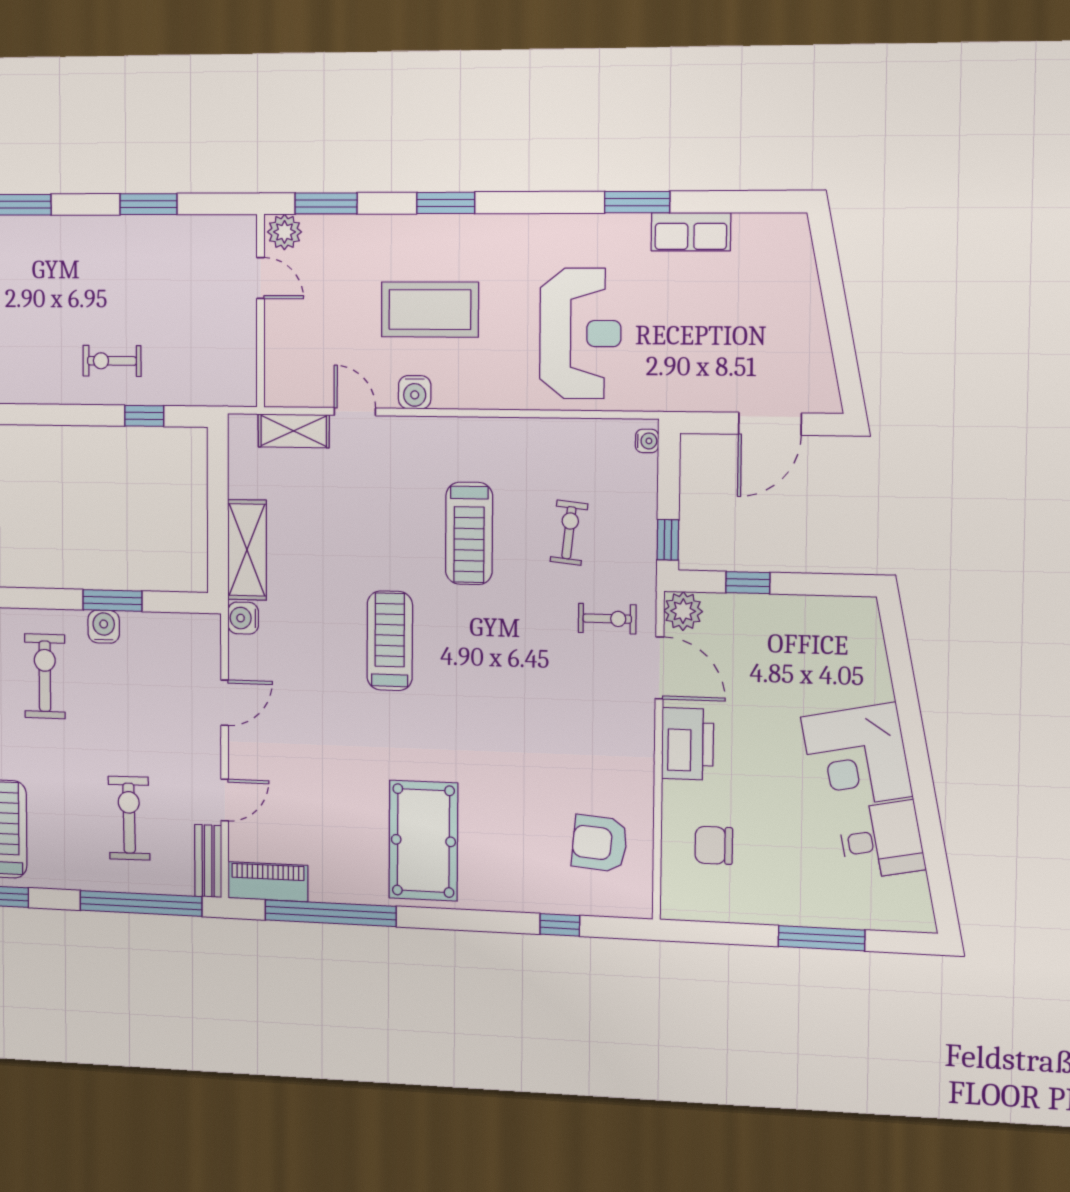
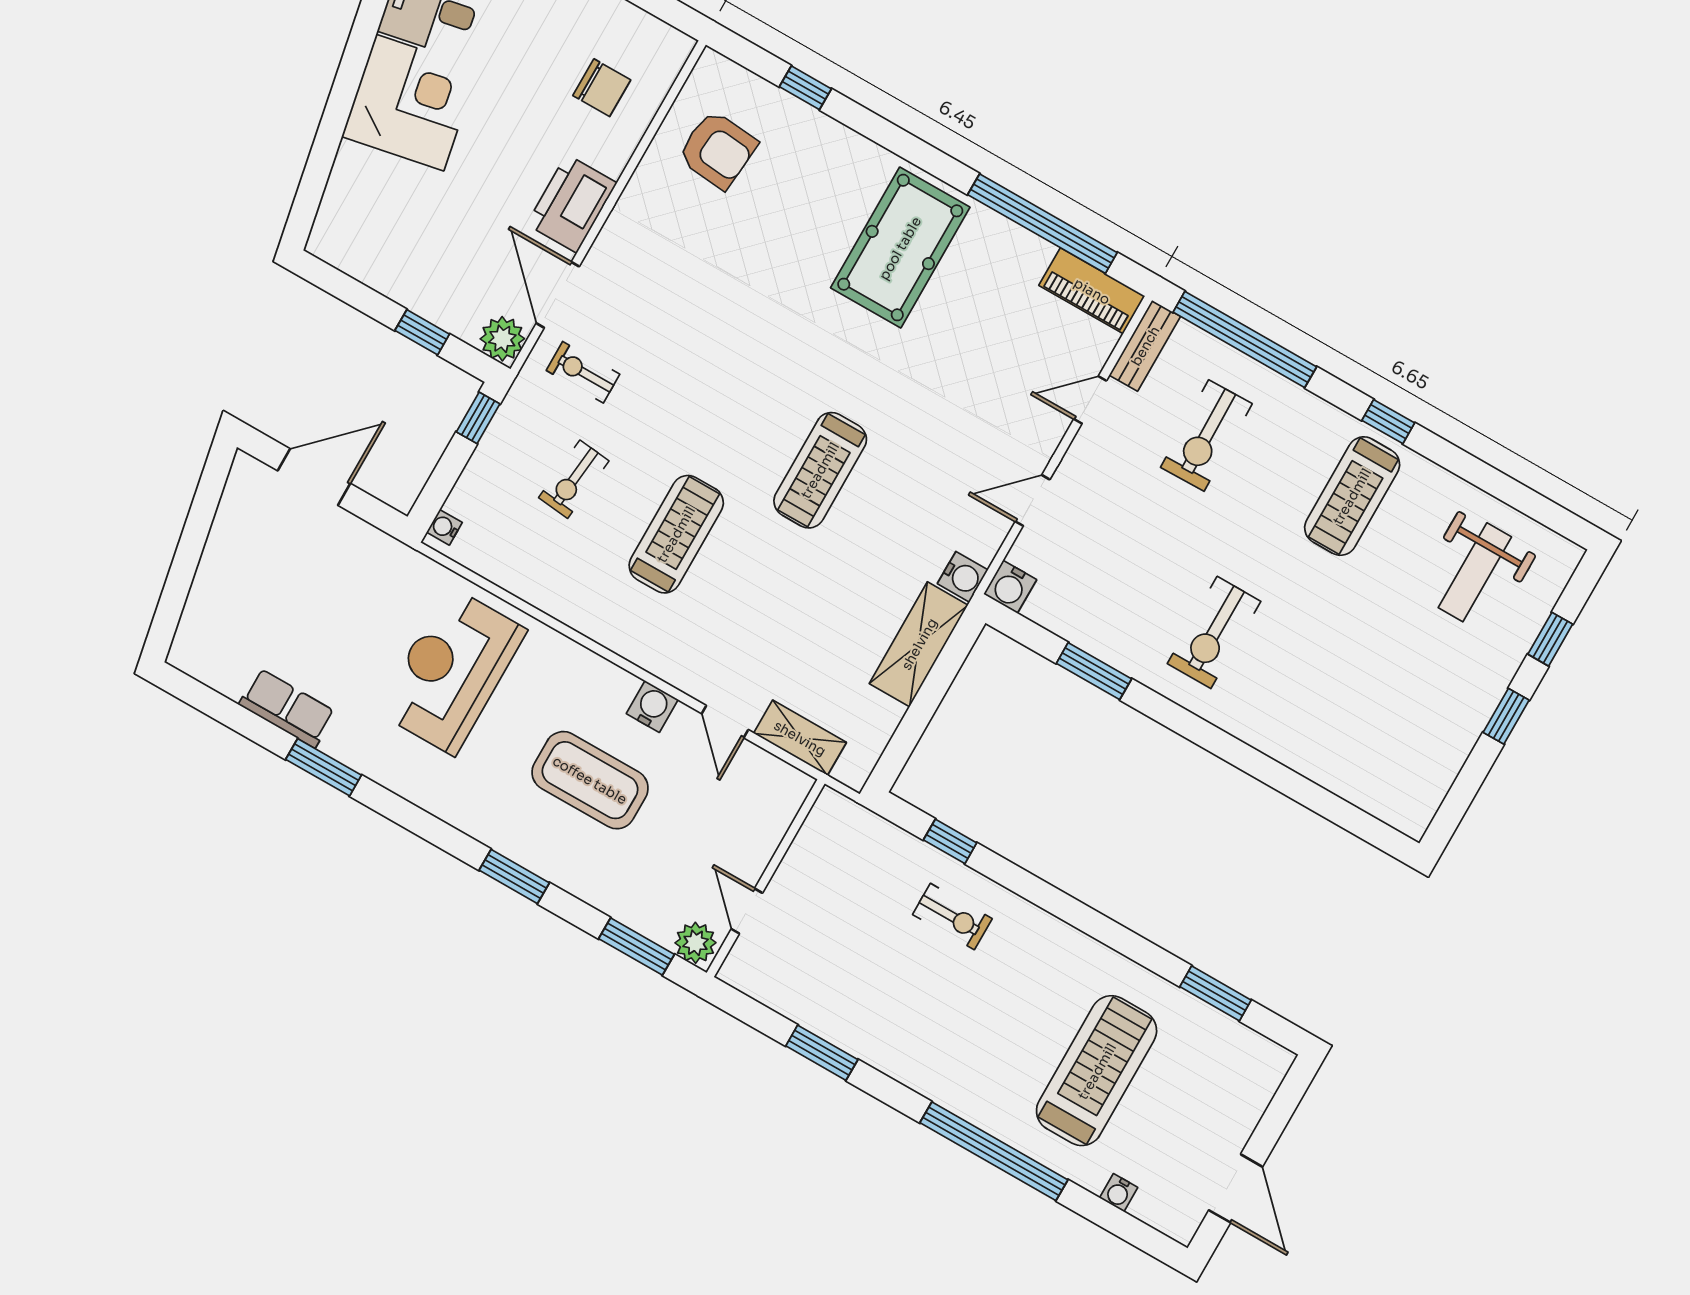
water cooler: (104, 627) -> (1010, 587), moved

